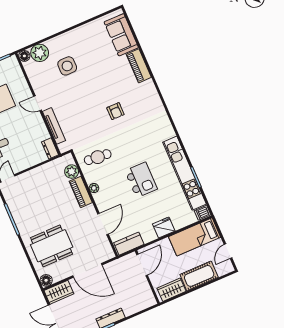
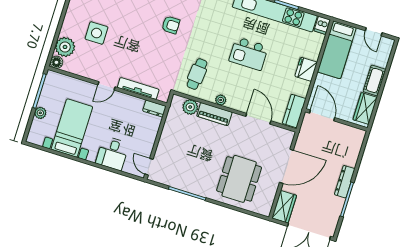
kitchen island: (141, 180) -> (249, 54), turned 180
cot: (199, 276) -> (375, 80), width x0.73, depth x0.75
floor lamp: (46, 280) -> (265, 209), removed

